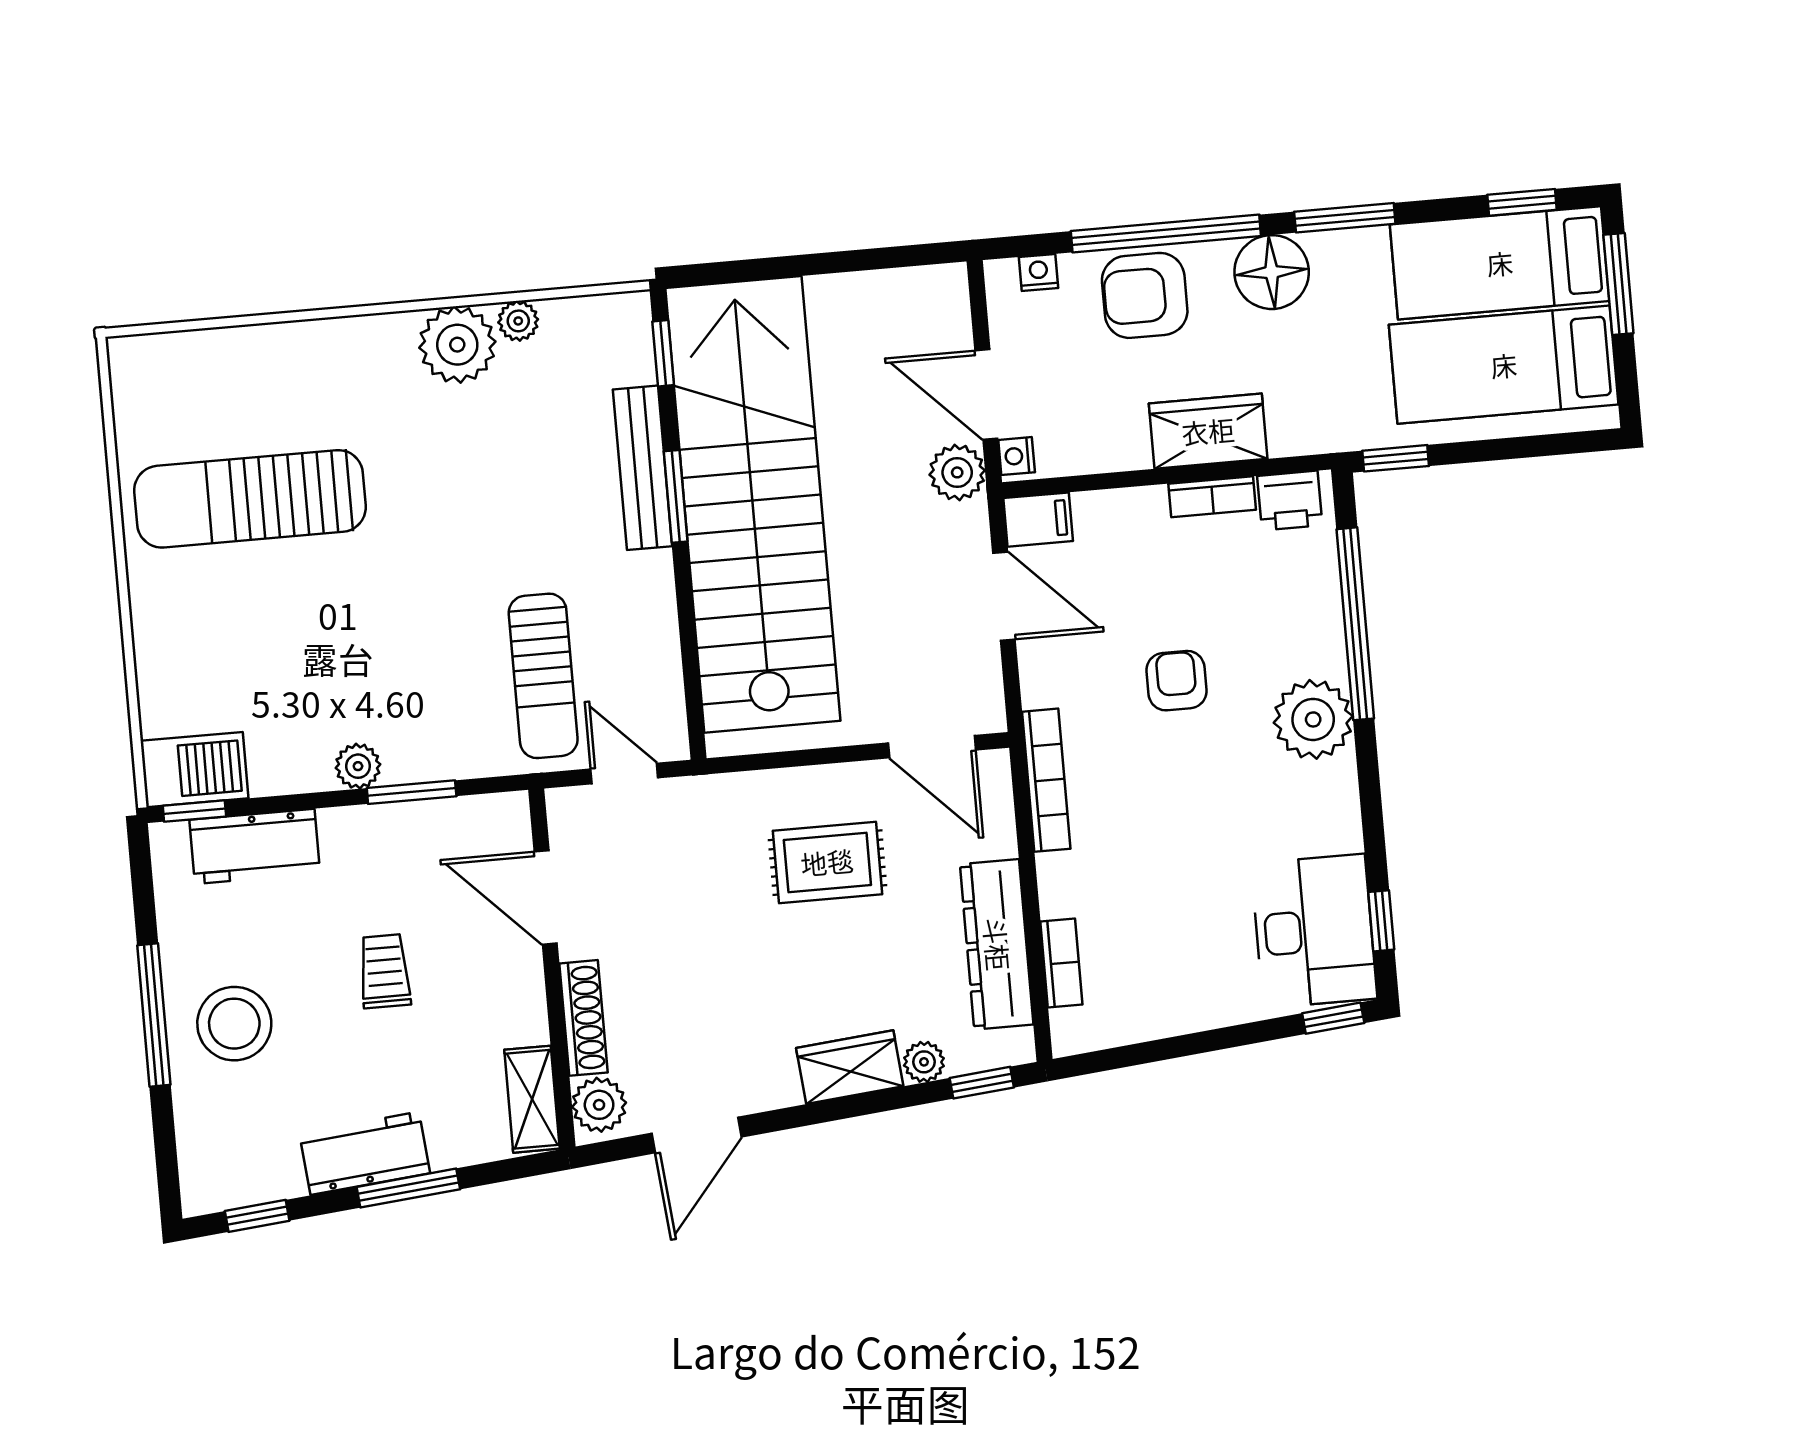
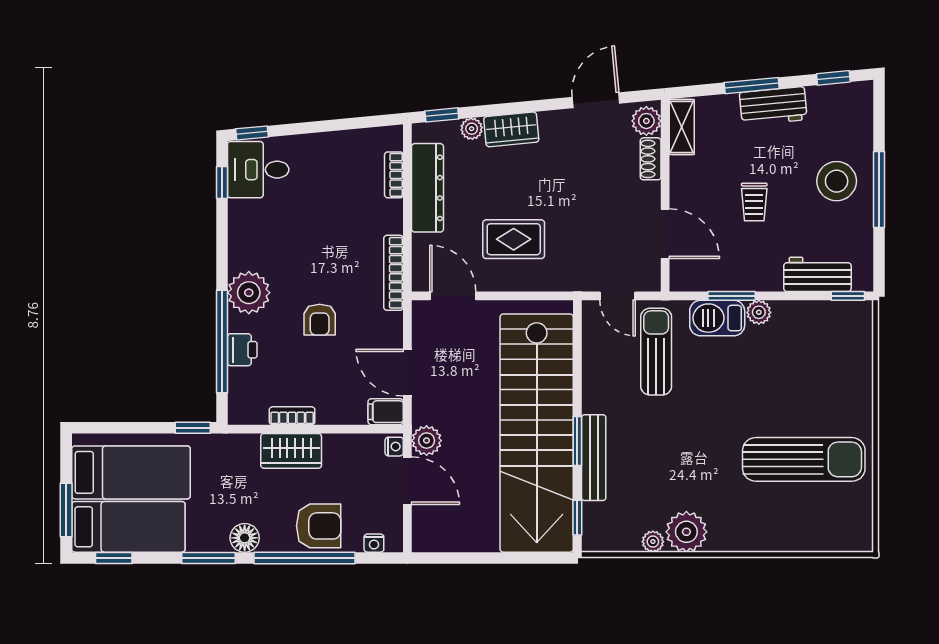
floor lamp: (1272, 272) -> (245, 538), width x0.73, depth x0.73
printer: (1290, 501) -> (242, 350), moved, turned 90
barbecue: (194, 770) -> (717, 318), moved
desk: (1314, 931) -> (258, 170), width x0.73
shoe rack: (583, 1018) -> (651, 159), width x0.70

